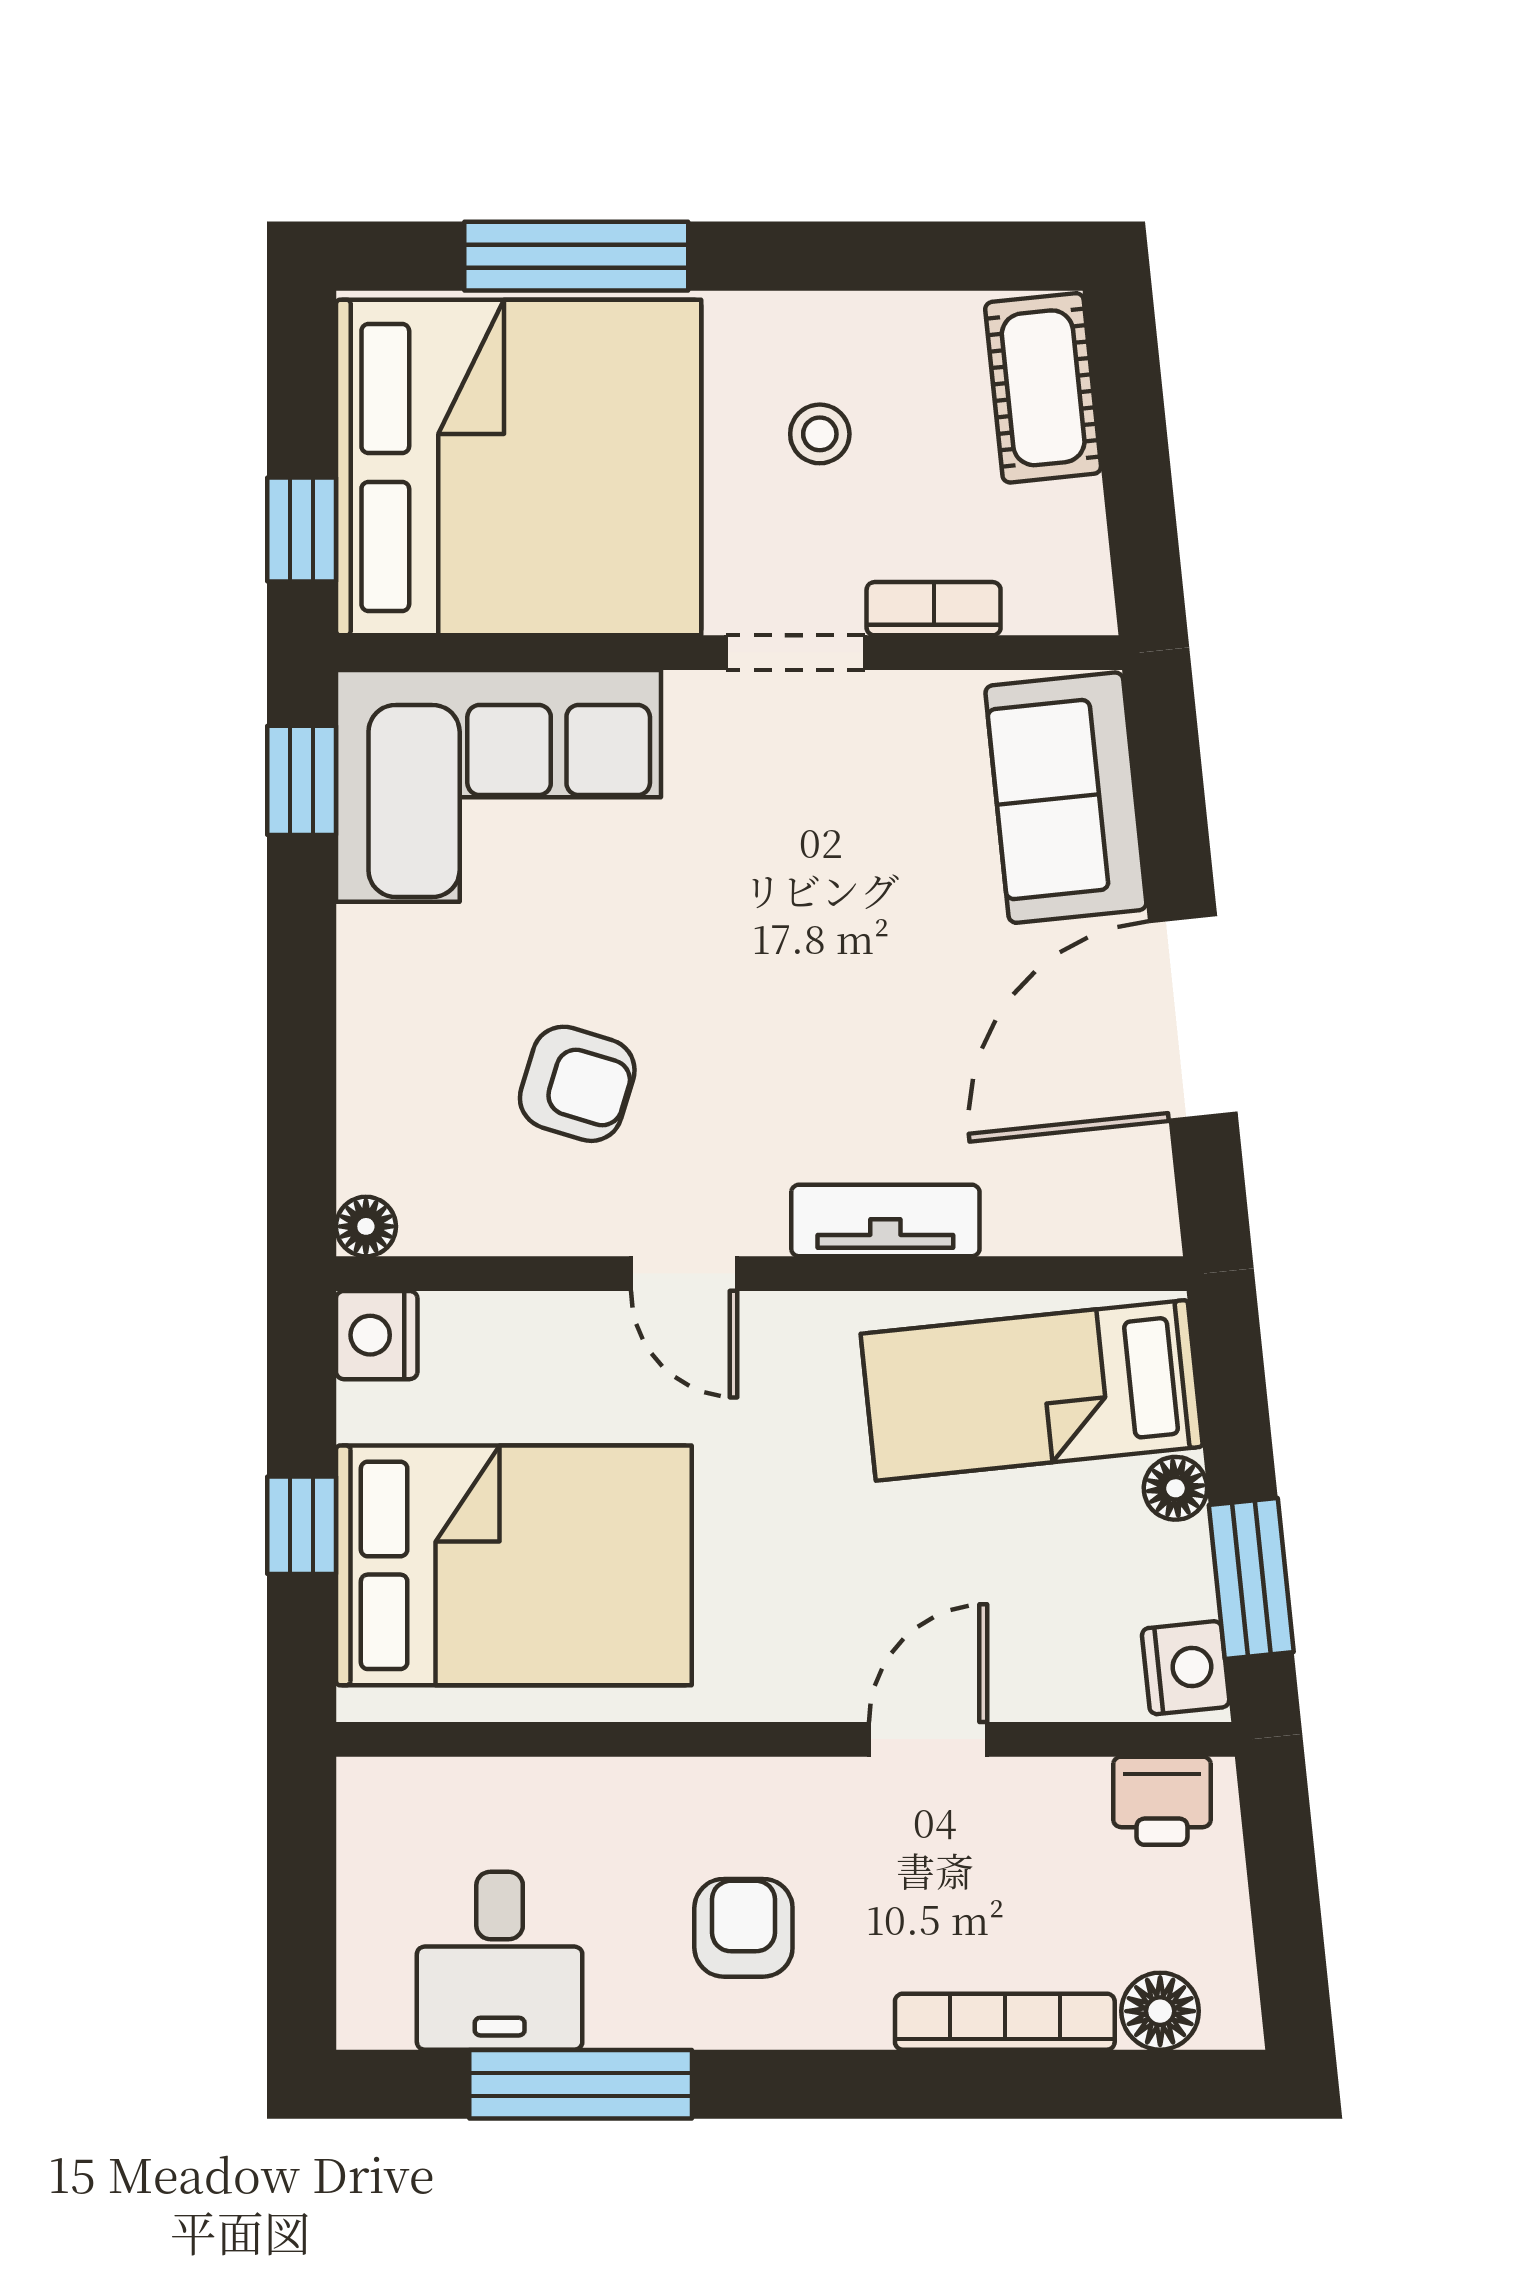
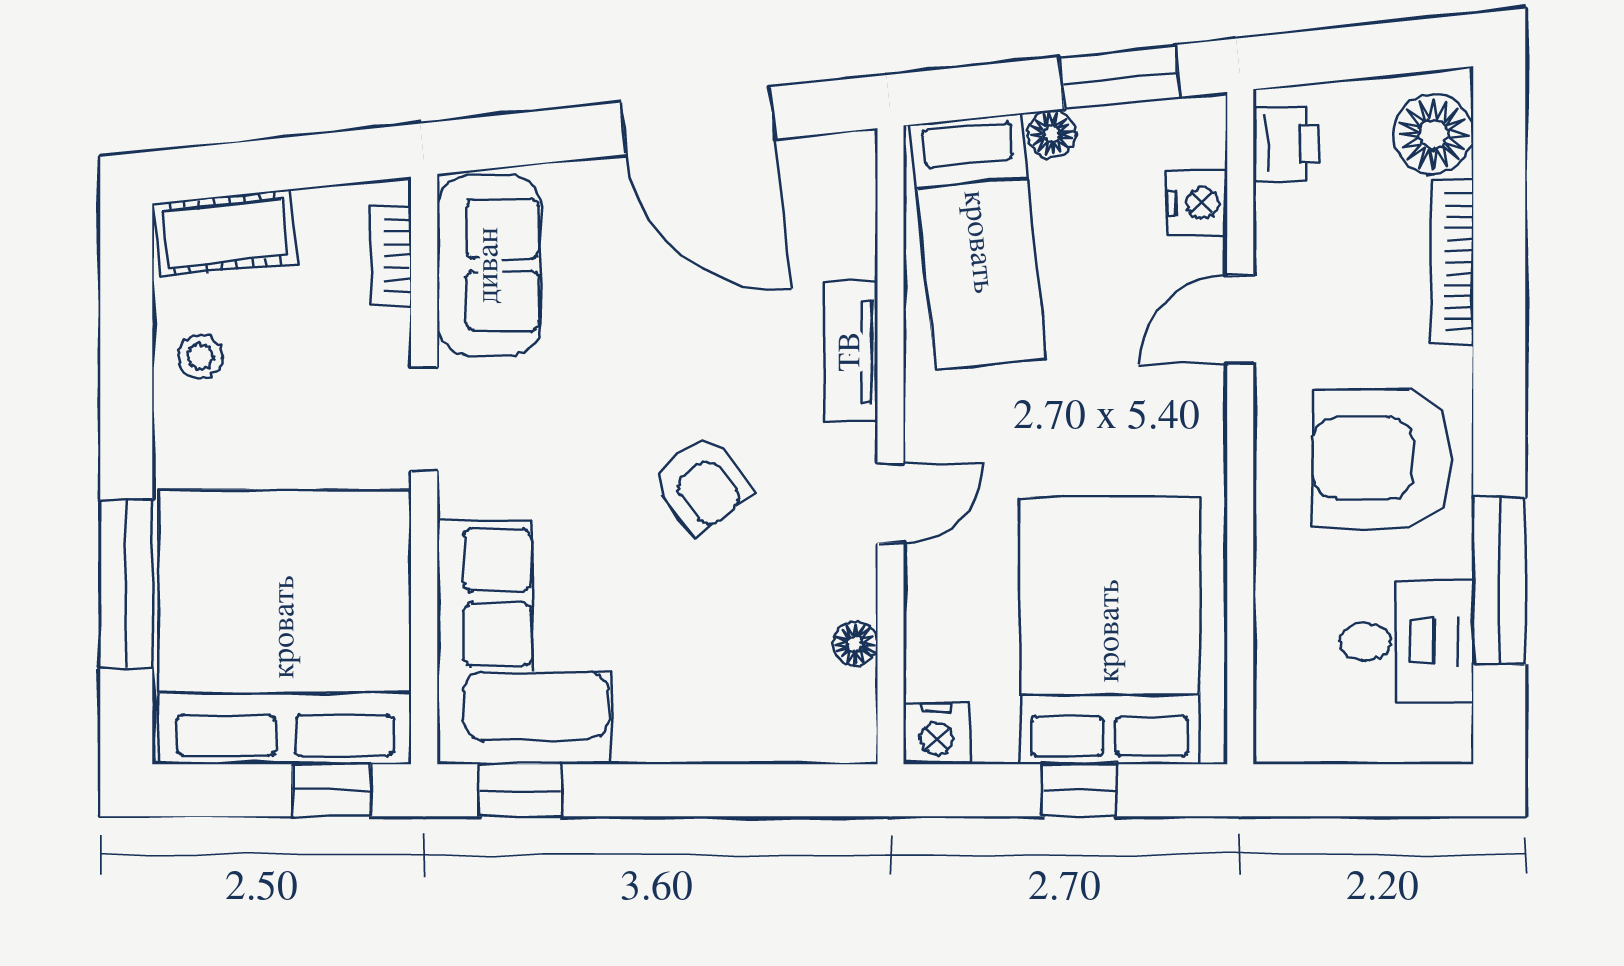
stool: (820, 434) -> (200, 356), moved
bookcase: (934, 609) -> (391, 256), moved
sofa: (1066, 798) -> (489, 265), moved, turned -84
armchair: (577, 1084) -> (702, 484), moved, turned 125
floor lamp: (366, 1226) -> (855, 644), moved
nightstand: (1186, 1668) -> (1197, 203), moved, turned 96
door: (928, 1739) -> (1240, 320), hinge flipped
armchair: (743, 1928) -> (1382, 458), width x1.88, depth x1.88
floor lamp: (1160, 2011) -> (1434, 134), width x1.38, depth x1.38

